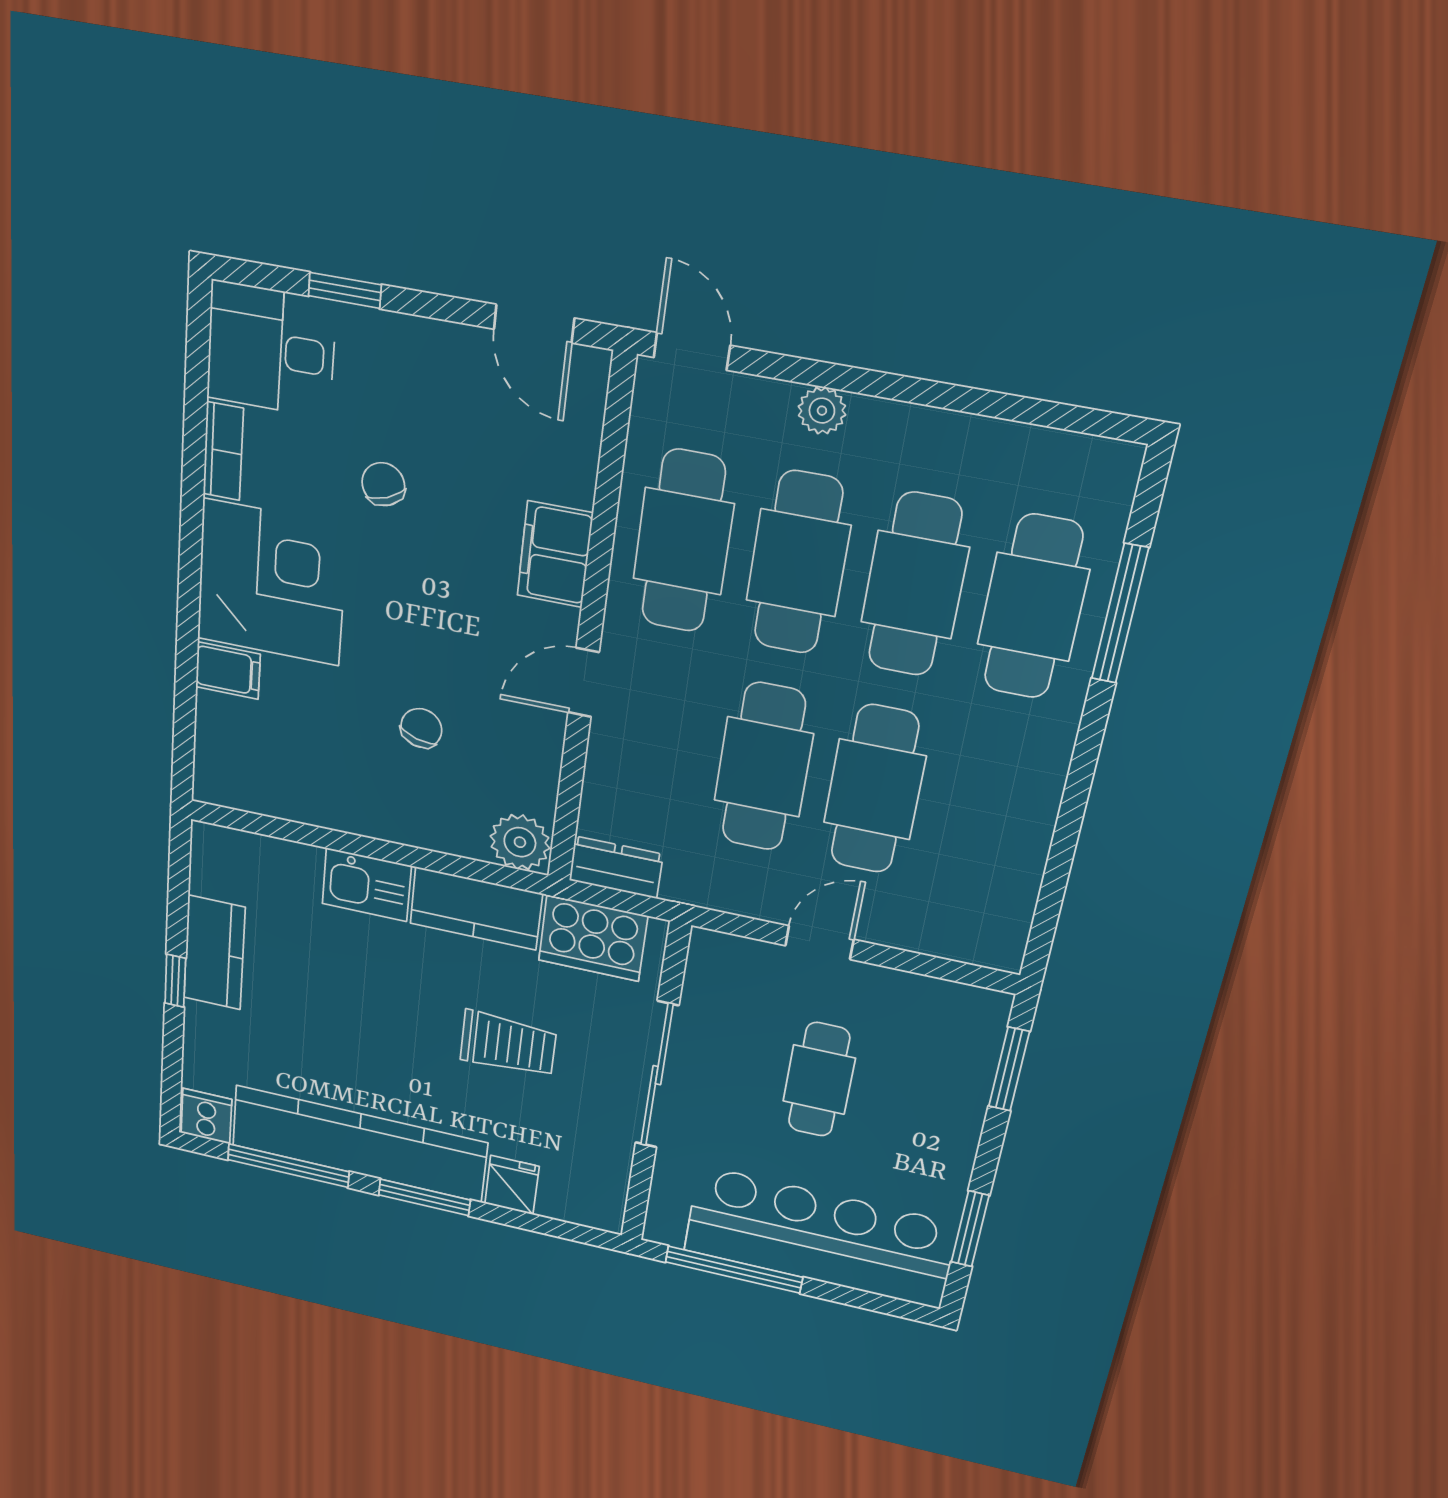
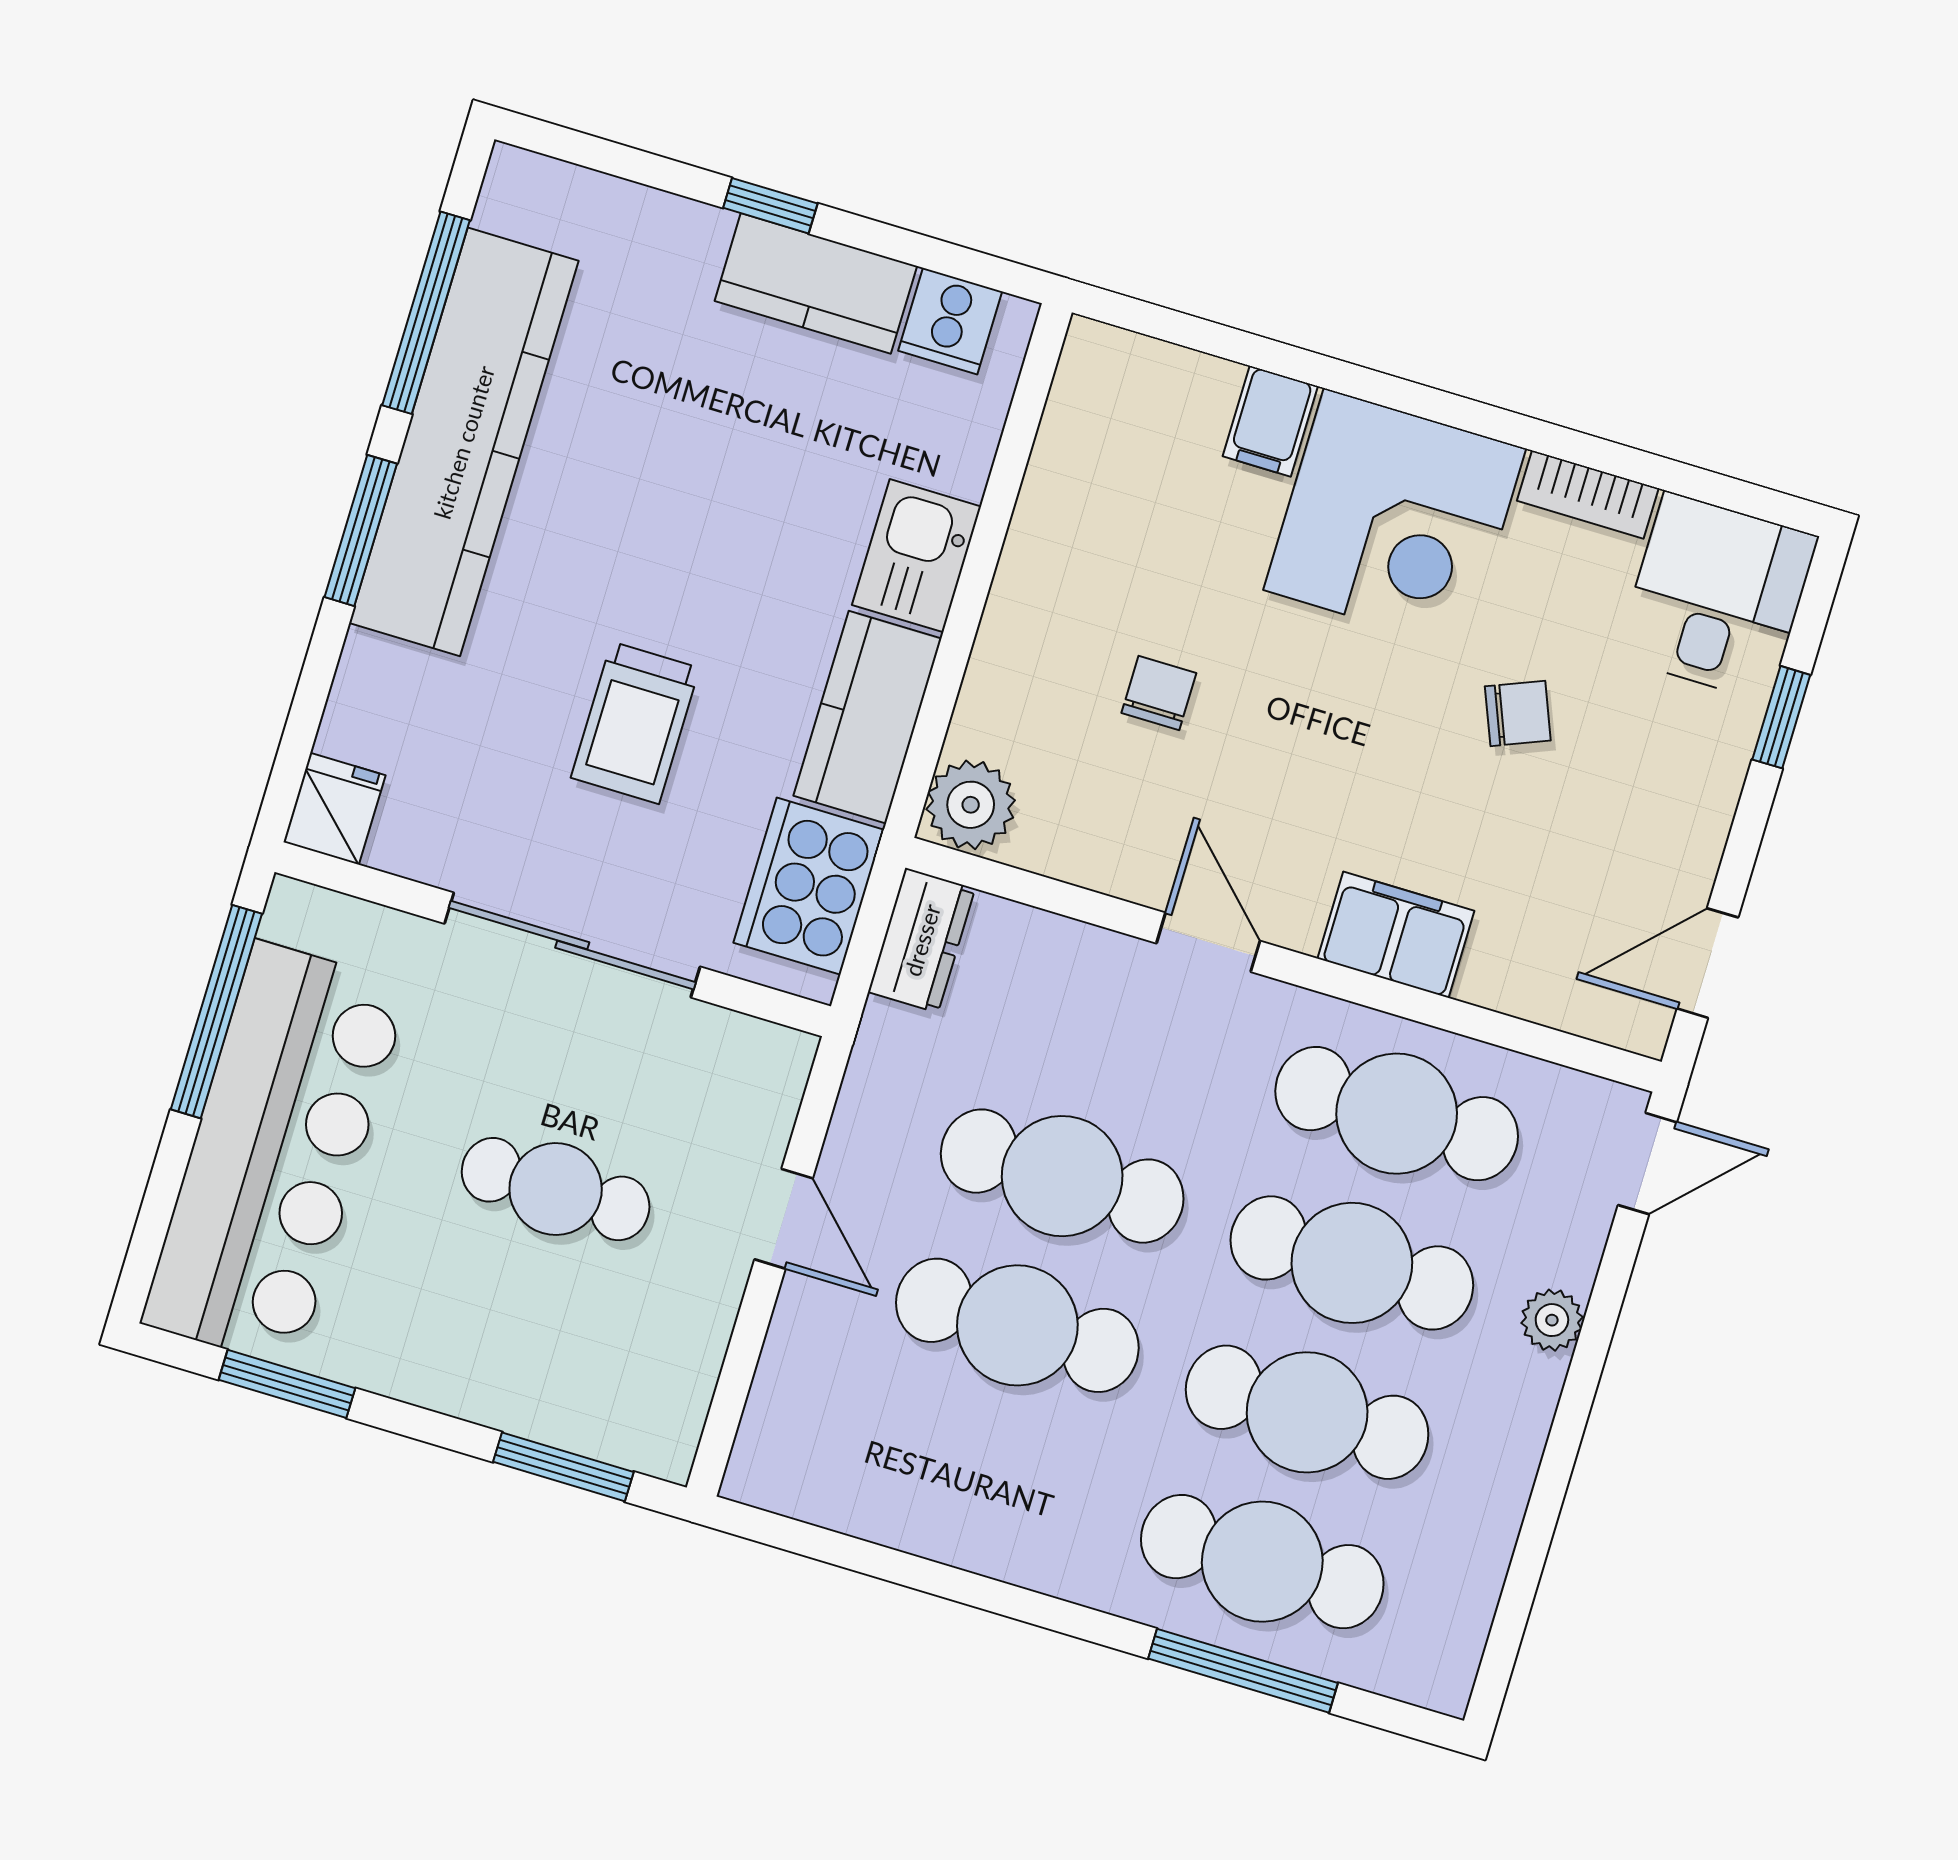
chair: (421, 728) -> (1159, 693), turned -107
cooker: (206, 1116) -> (950, 321), moved, turned 90
fridge: (512, 1185) -> (334, 809), moved, turned -90

